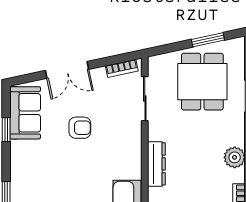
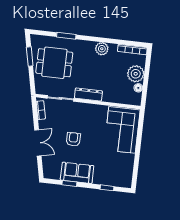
sofa: (25, 113) -> (77, 173), moved
dresser: (156, 164) -> (88, 95), moved

